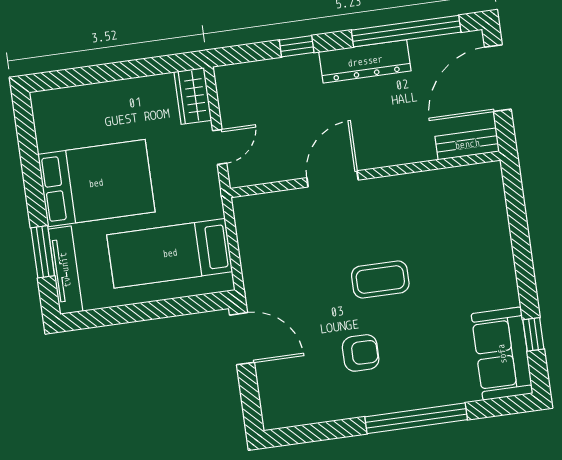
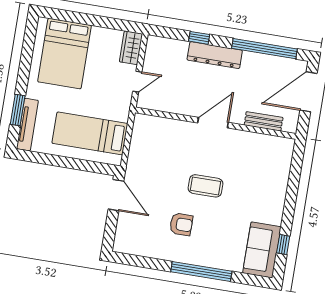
dresser: (365, 61) -> (215, 55), moved
bench: (467, 144) -> (264, 121), moved
door: (333, 179) -> (213, 123), moved
bed: (96, 183) -> (65, 54), moved, turned 90

